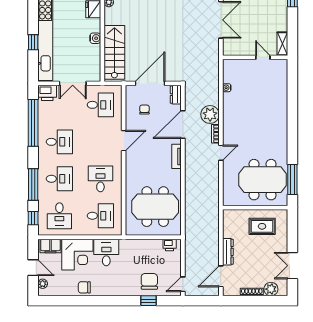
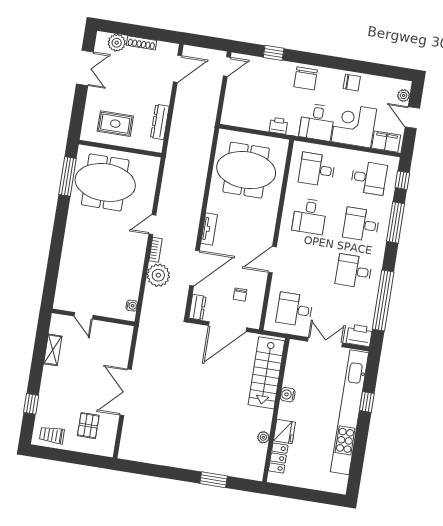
wall: (255, 57) -> (93, 317), moved
door: (263, 57) -> (83, 316), moved
desk: (59, 216) -> (369, 178), turned 90
printer: (170, 245) -> (278, 126), moved
dresser: (228, 252) -> (160, 122), moved
chair: (149, 281) -> (306, 78), moved

